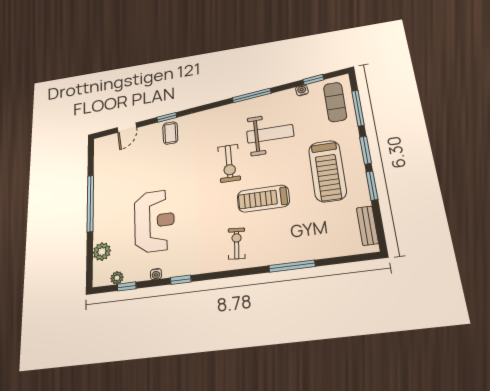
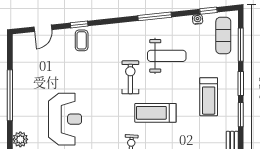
exercise bike: (229, 163) -> (130, 77), turned 180
treadmill: (327, 171) -> (209, 97), width x0.73, depth x0.73

